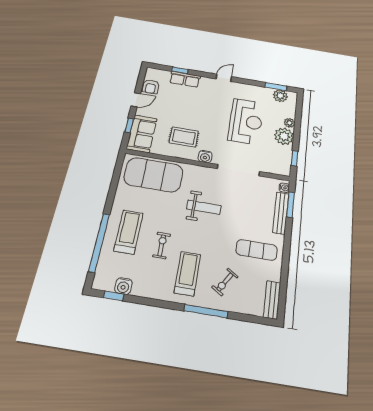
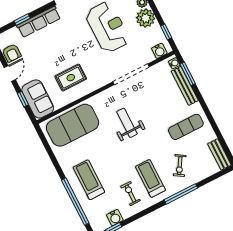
row of seats: (185, 79) -> (39, 22), width x1.48
water cooler: (205, 157) -> (159, 51), moved
weight bench: (204, 207) -> (127, 123), turned -90
exercise bike: (162, 245) -> (130, 194), moved

